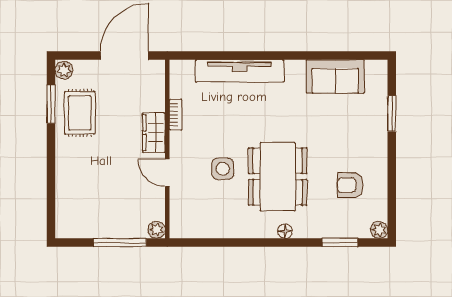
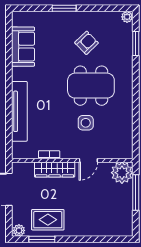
window: (392, 114) -> (64, 8), moved
wardrobe: (154, 133) -> (55, 169), width x1.50
armchair: (350, 185) -> (86, 43), moved, turned -134
plant: (157, 230) -> (122, 173), width x1.87, depth x1.87
floor lamp: (285, 231) -> (128, 81), removed

